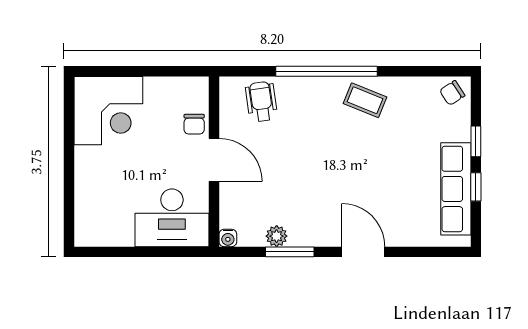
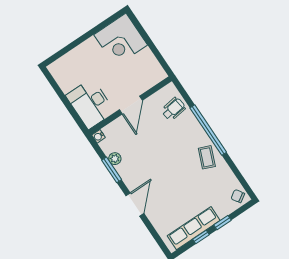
chair: (194, 124) -> (141, 84), removed

